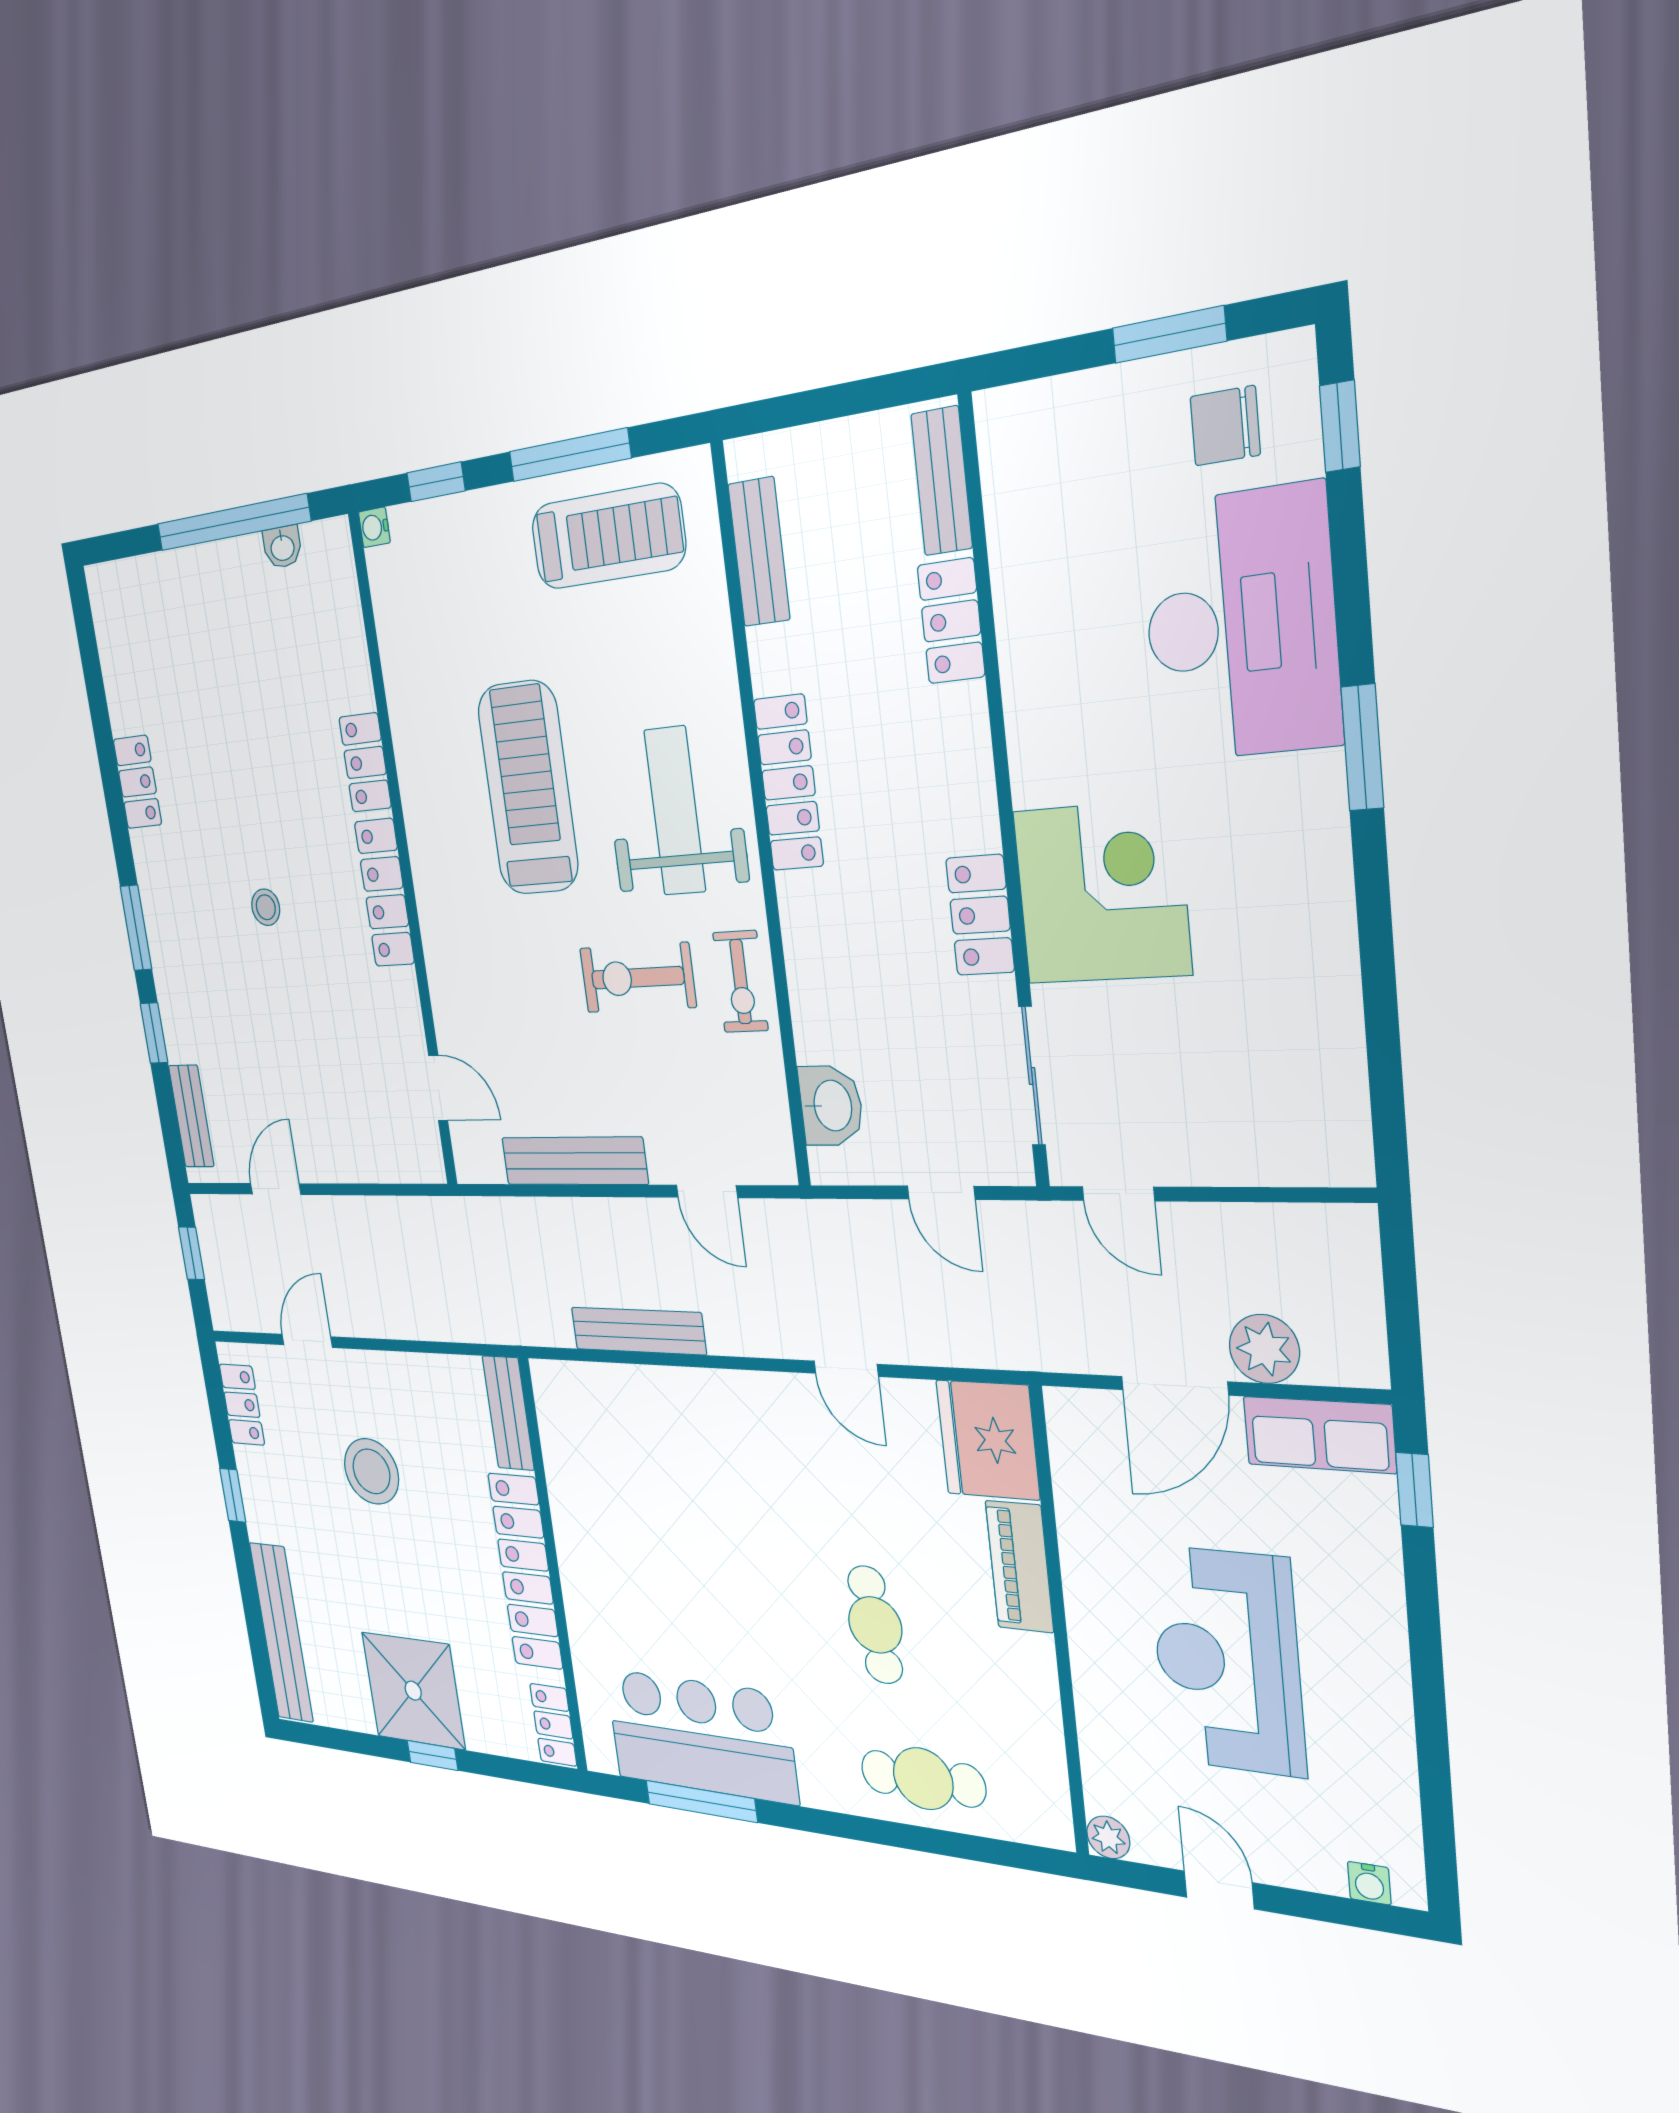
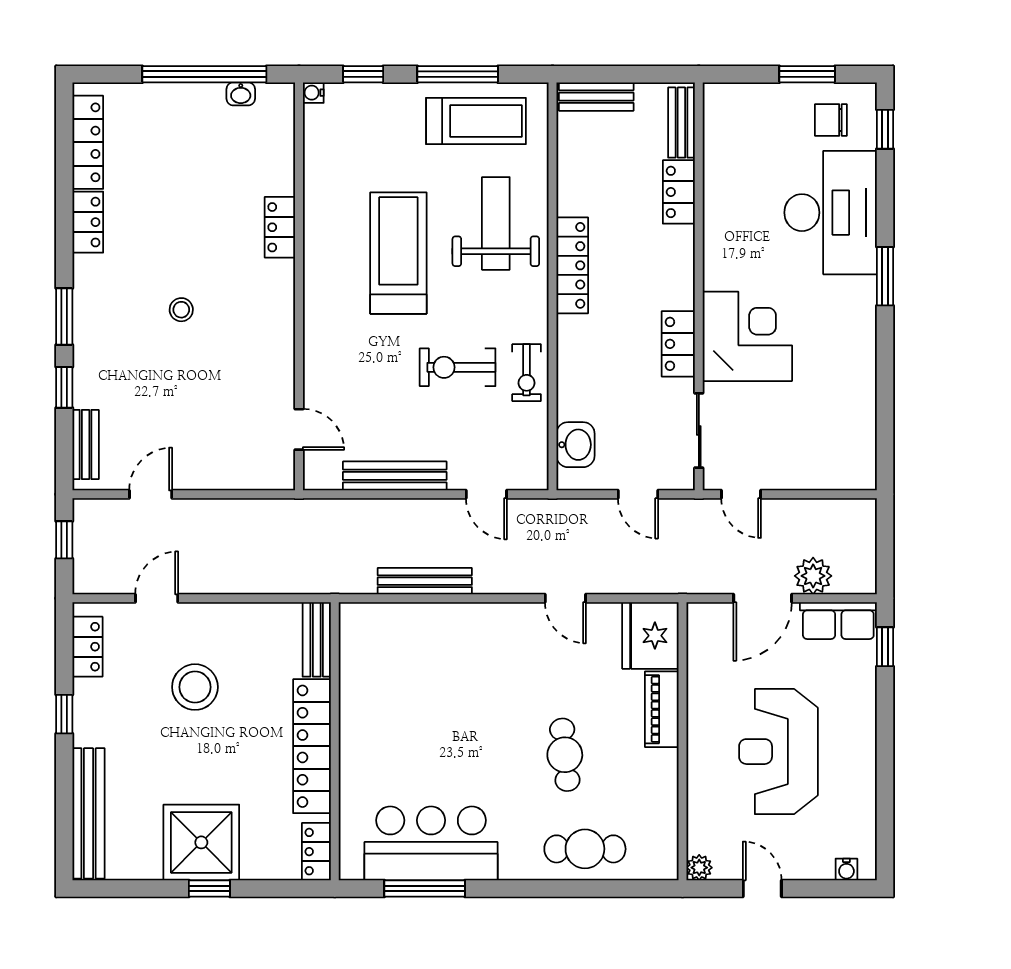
bench: (759, 552) -> (596, 97), moved, turned 90
weight bench: (675, 811) -> (496, 223), moved
locker: (385, 893) -> (88, 142), moved, turned 180

